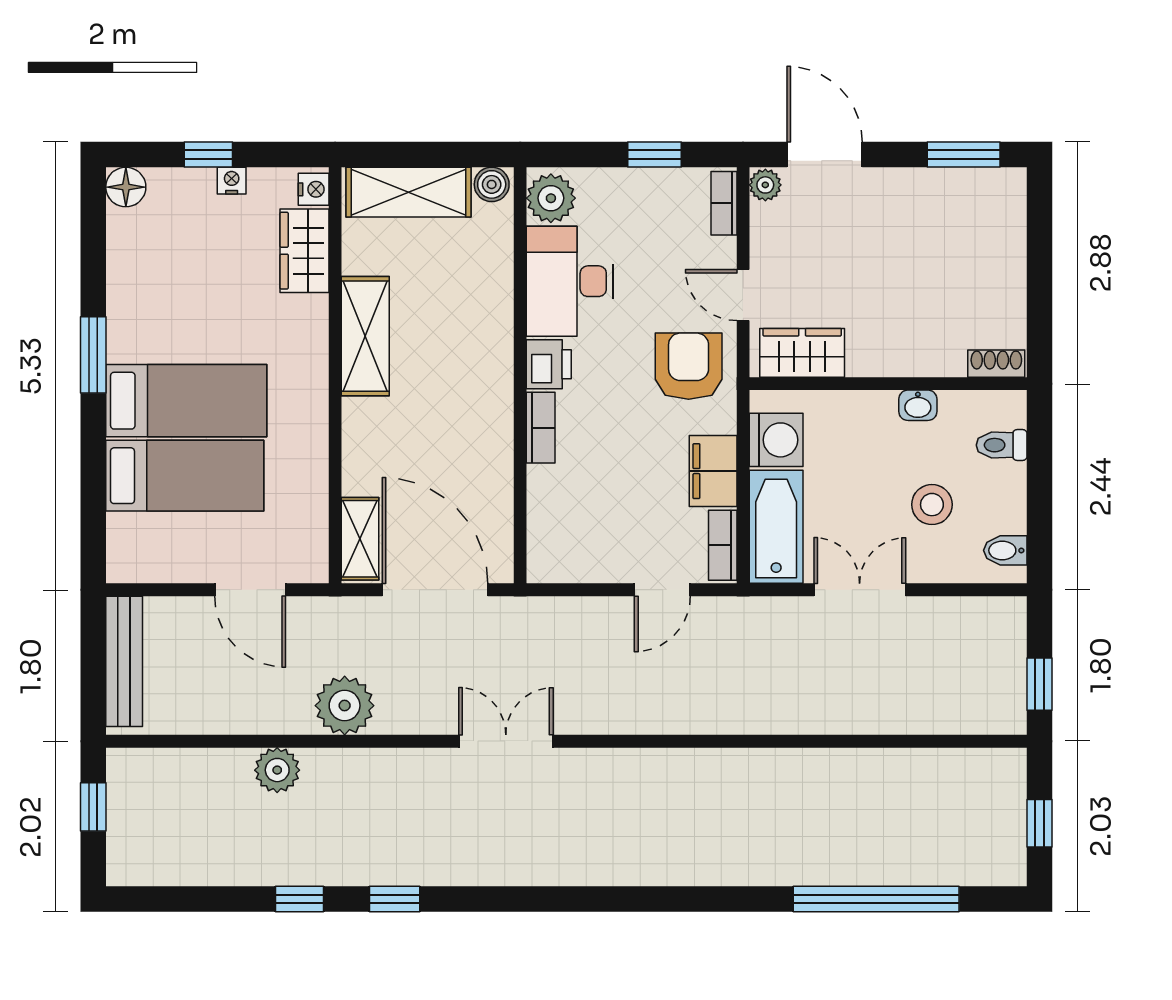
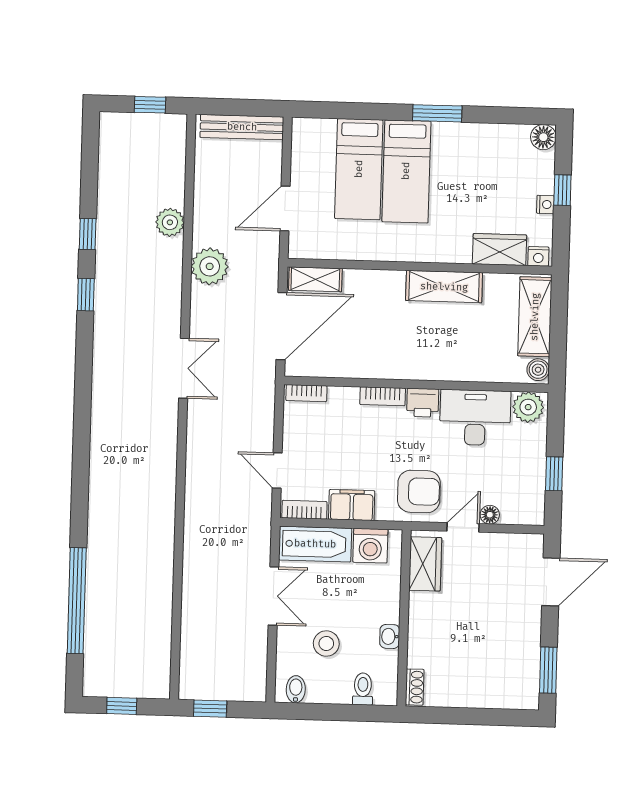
plant: (765, 185) -> (533, 544), removed
bookcase: (724, 203) -> (306, 393), moved, turned 180
floor lamp: (722, 254) -> (490, 515), added

